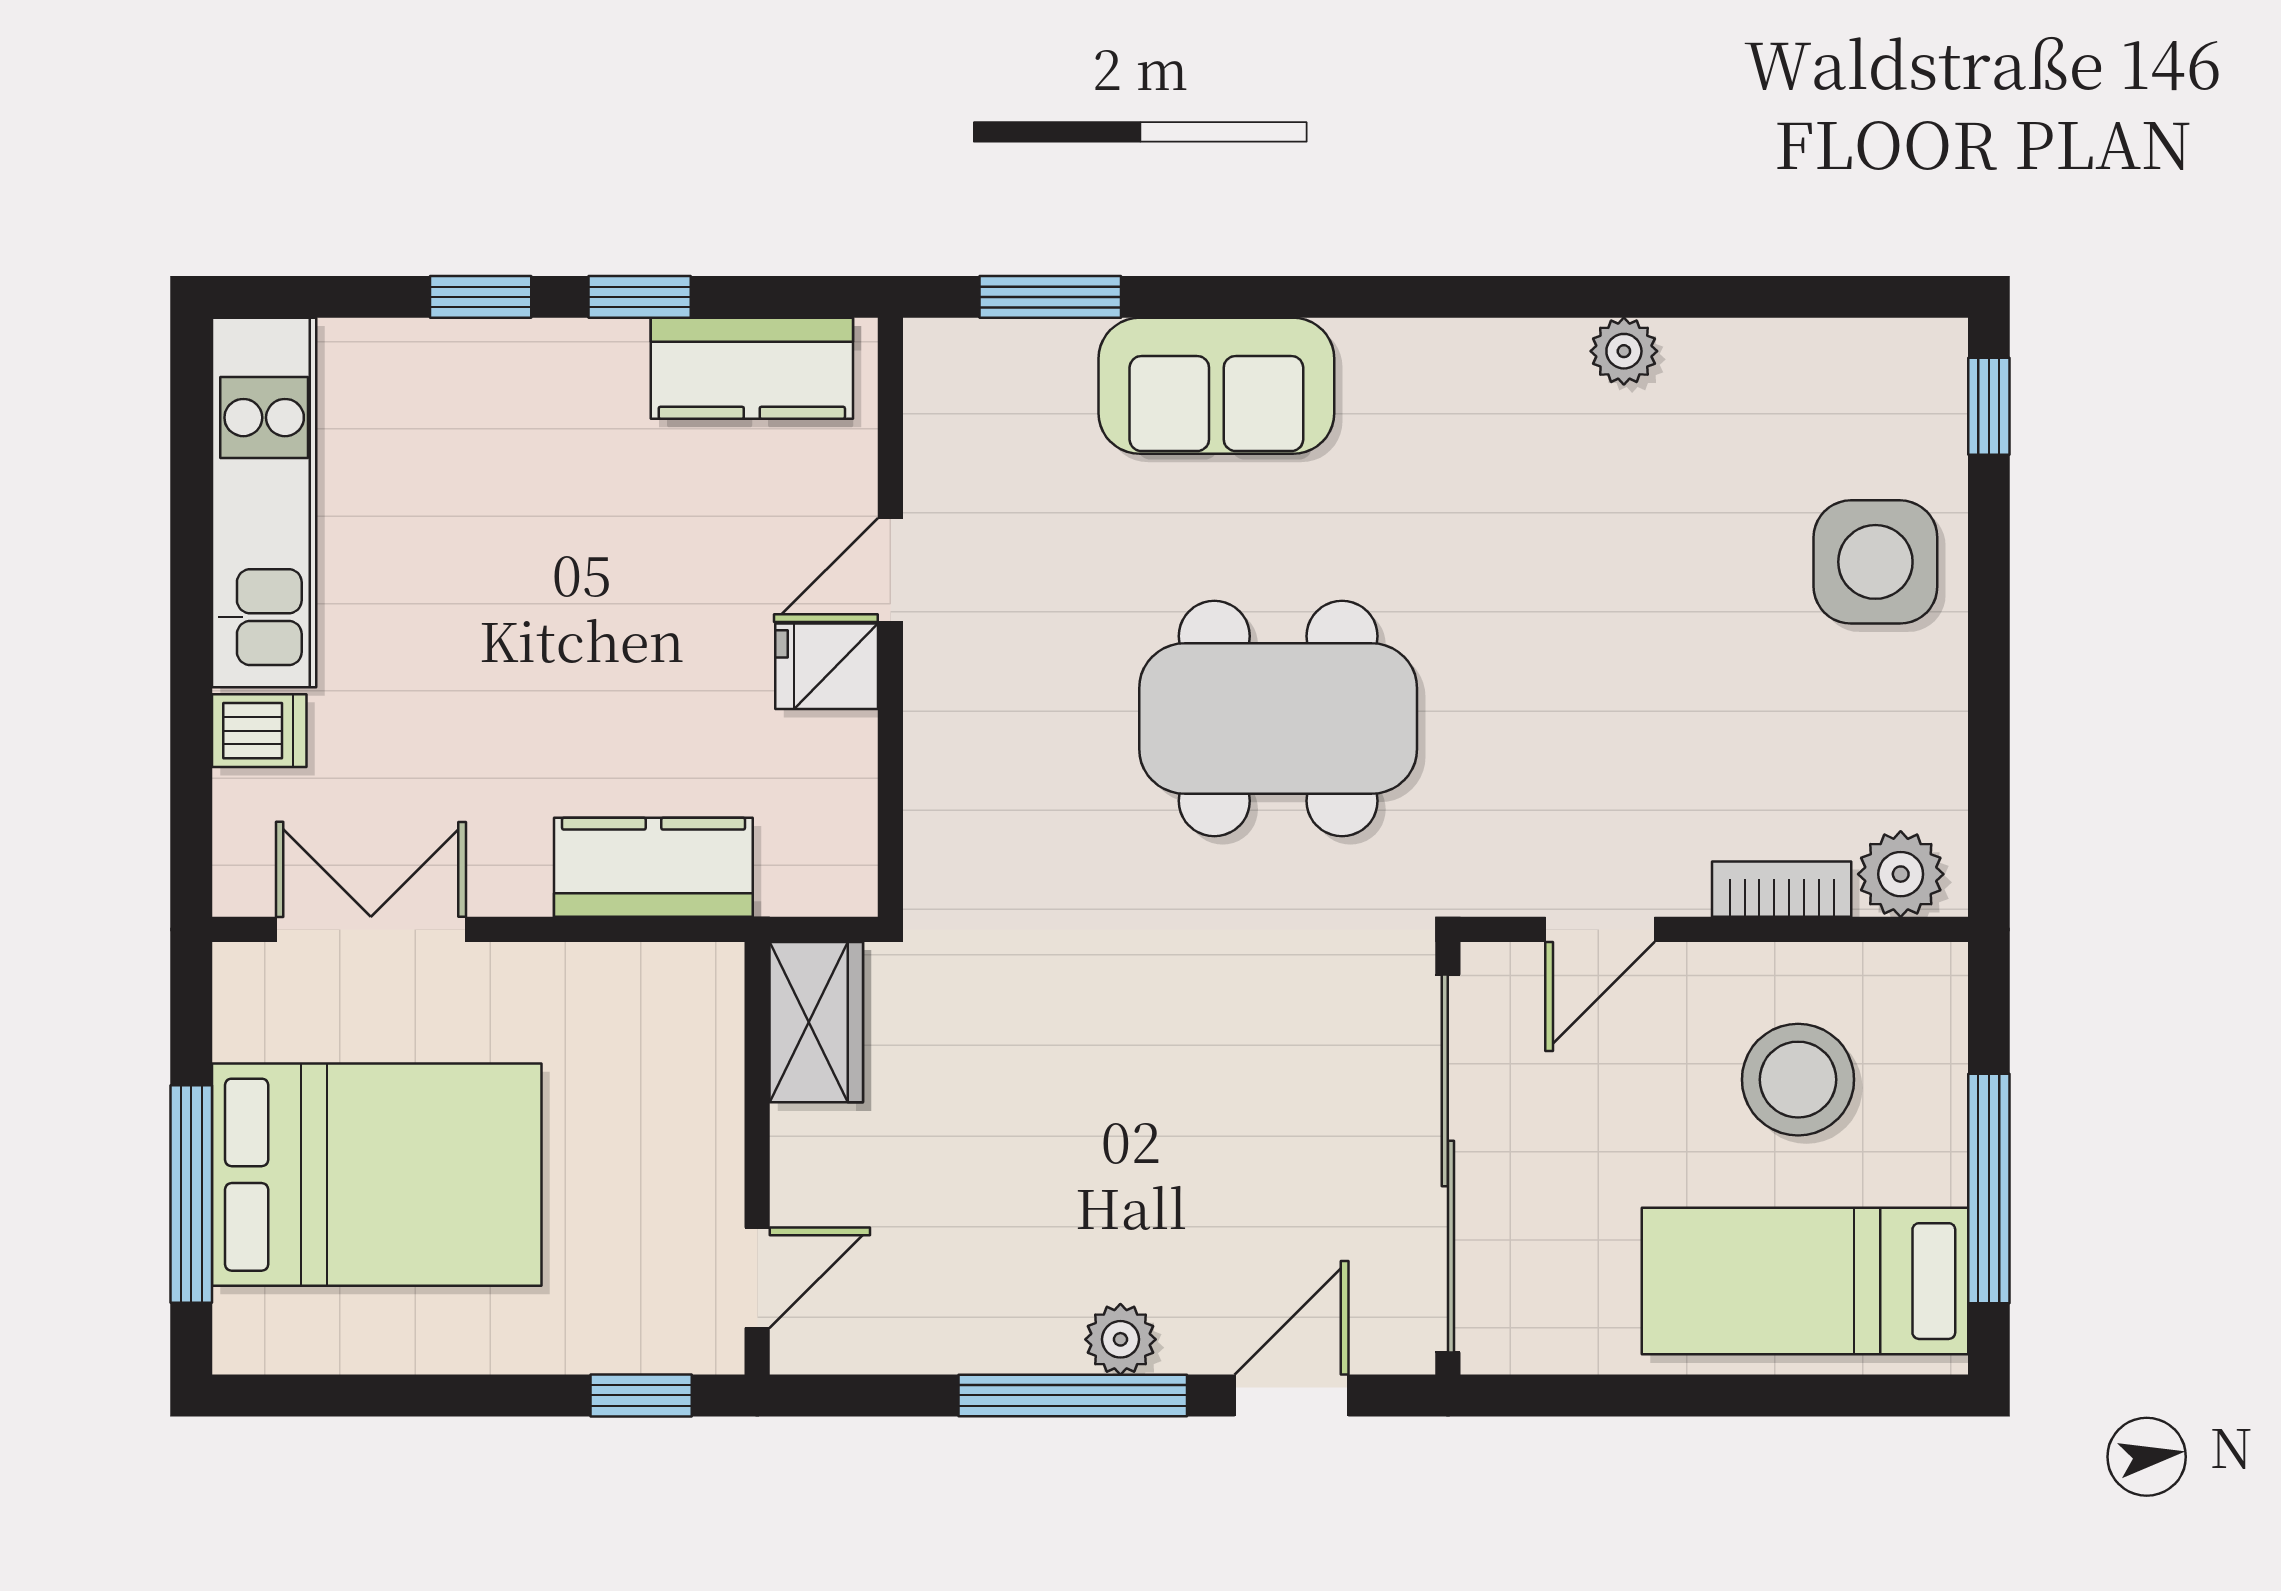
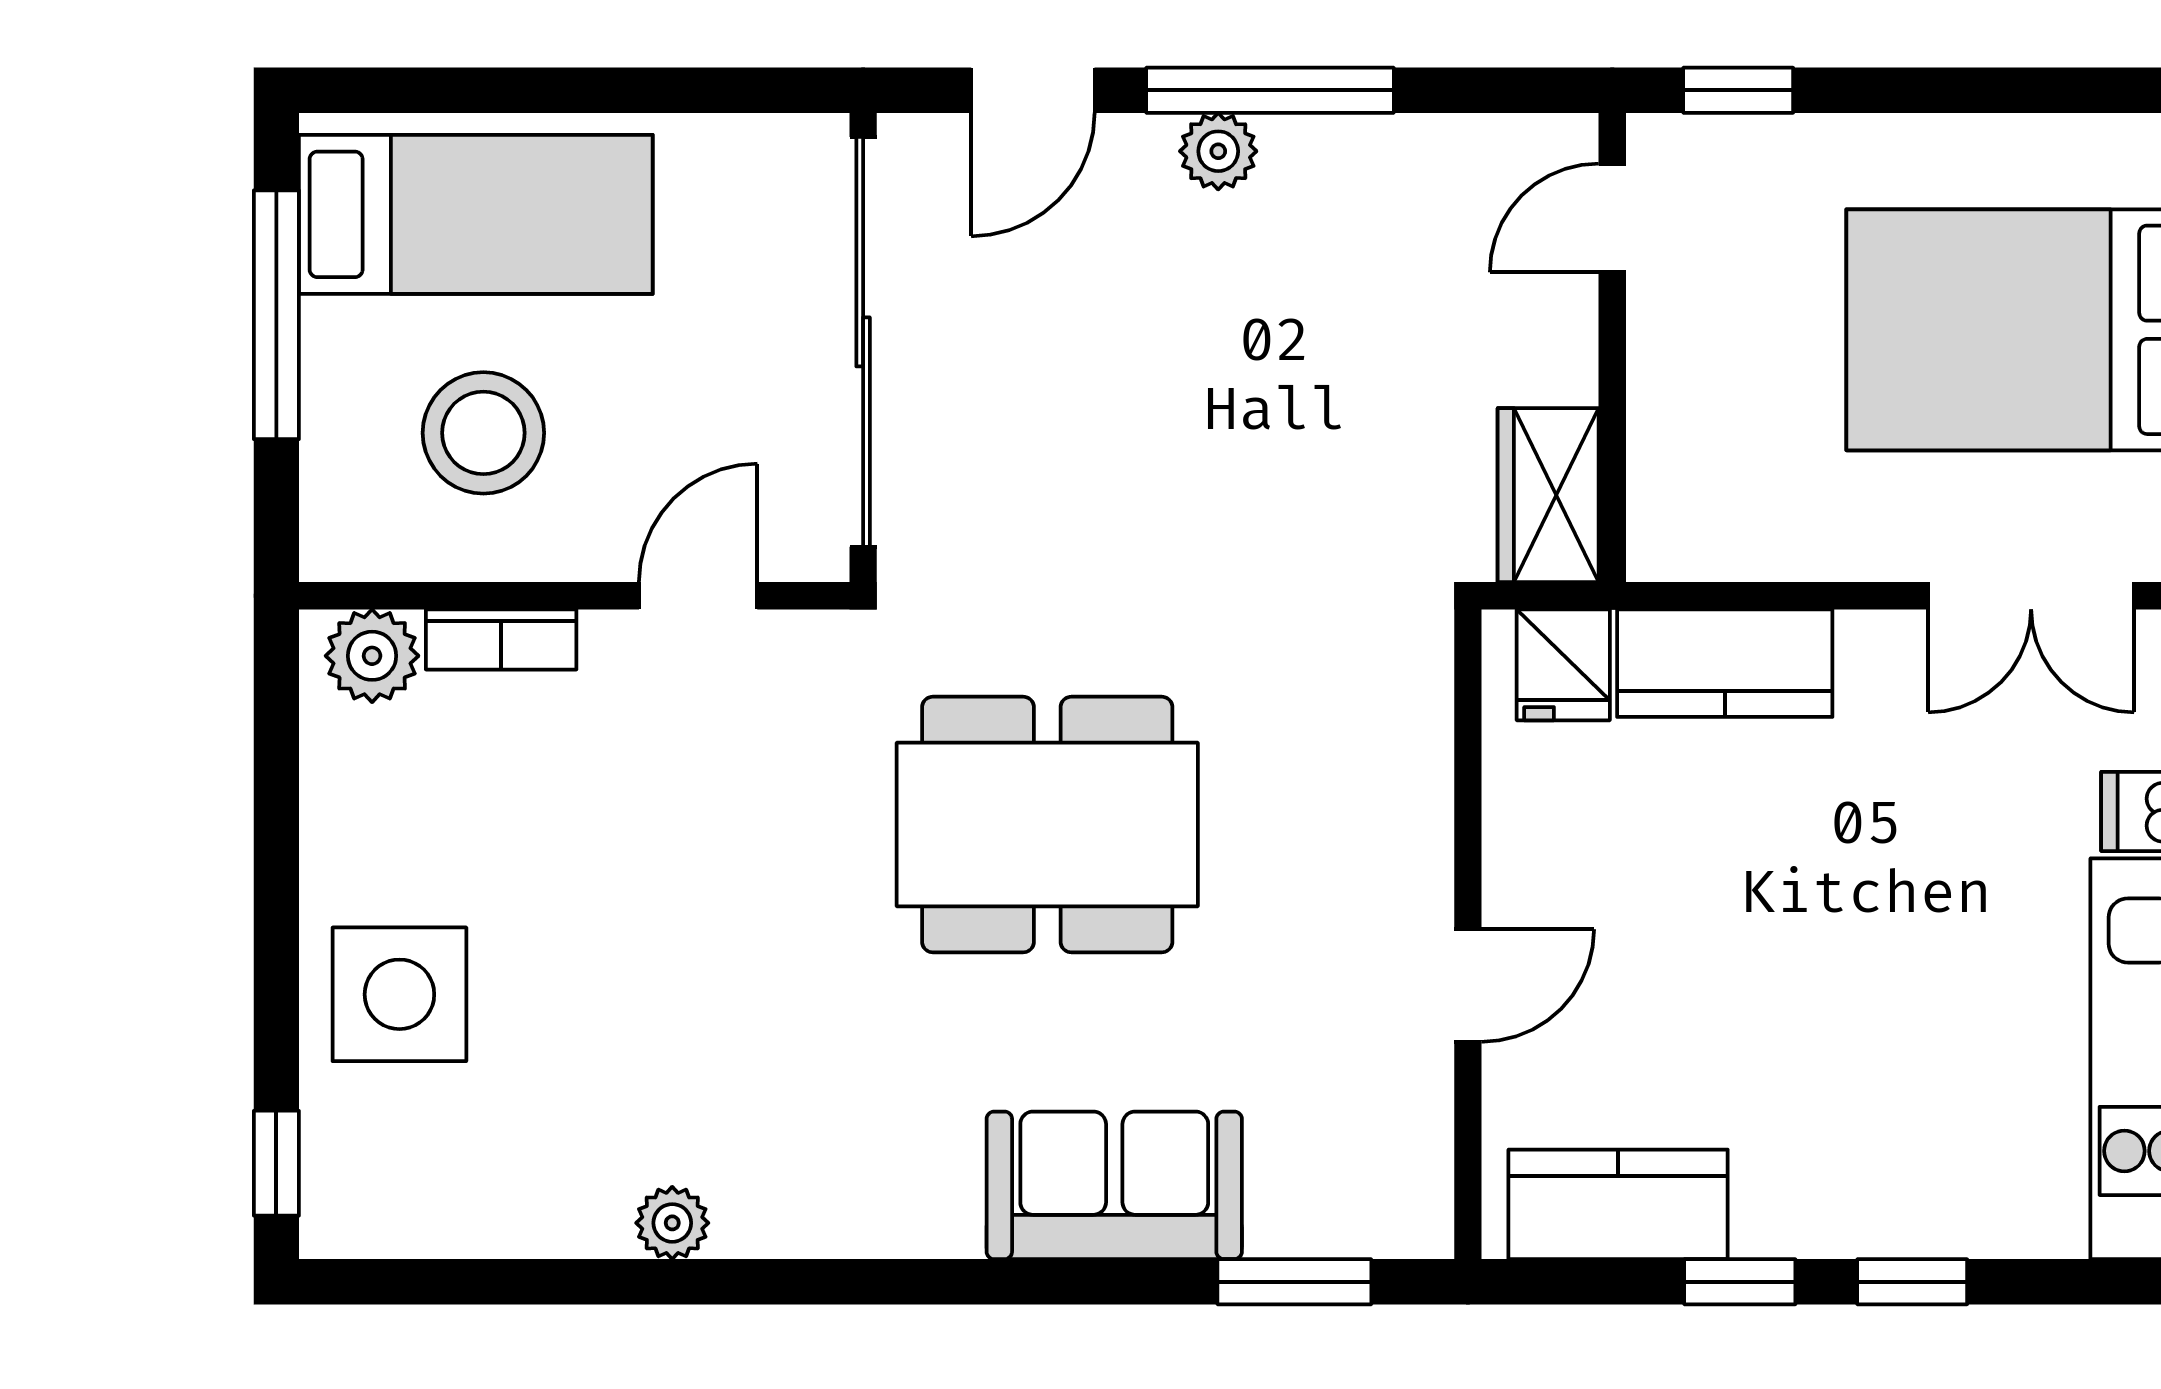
fridge: (827, 666) -> (1563, 665), moved, turned 90

